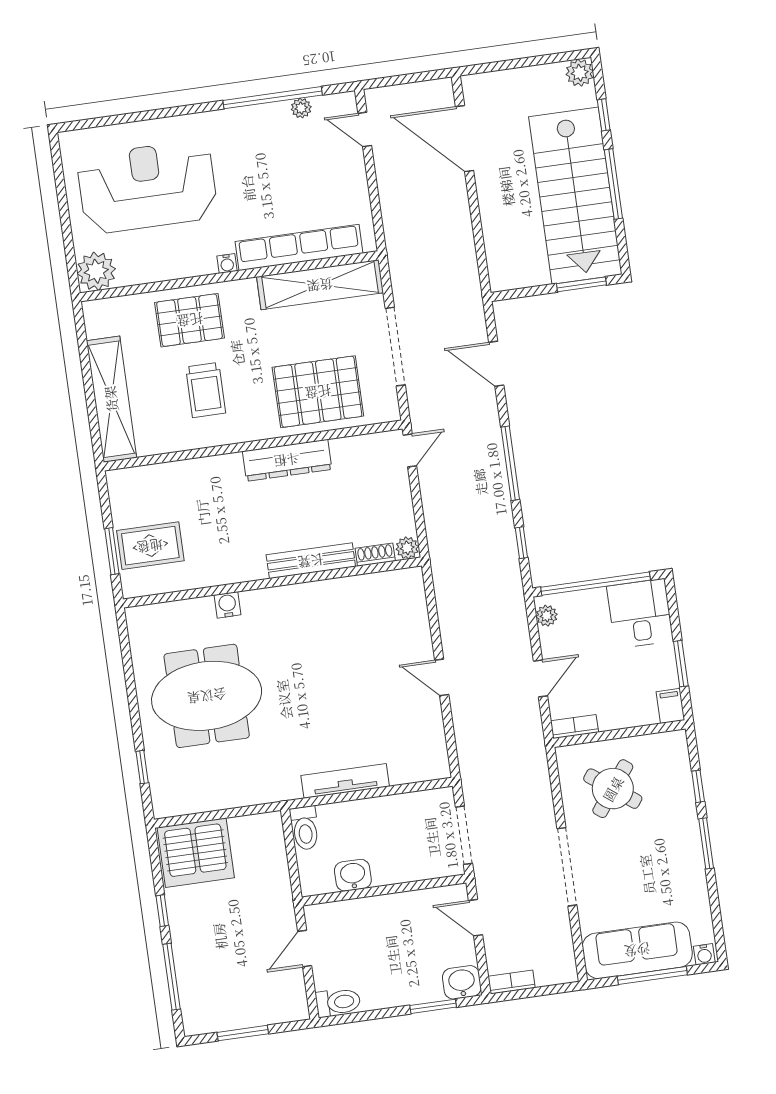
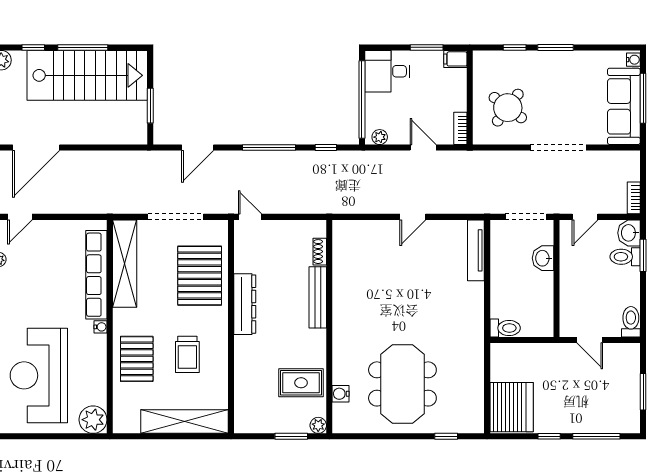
window: (581, 284) -> (150, 106), moved
trolley: (206, 390) -> (187, 354), turned 90
rug: (150, 546) -> (301, 383), moved, turned 90
plant: (407, 548) -> (318, 425), moved
water cooler: (227, 605) -> (341, 394), moved
tv unit: (345, 781) -> (476, 250), moved
washbasin: (353, 875) -> (543, 258), moved
toilet: (428, 982) -> (625, 257), added

